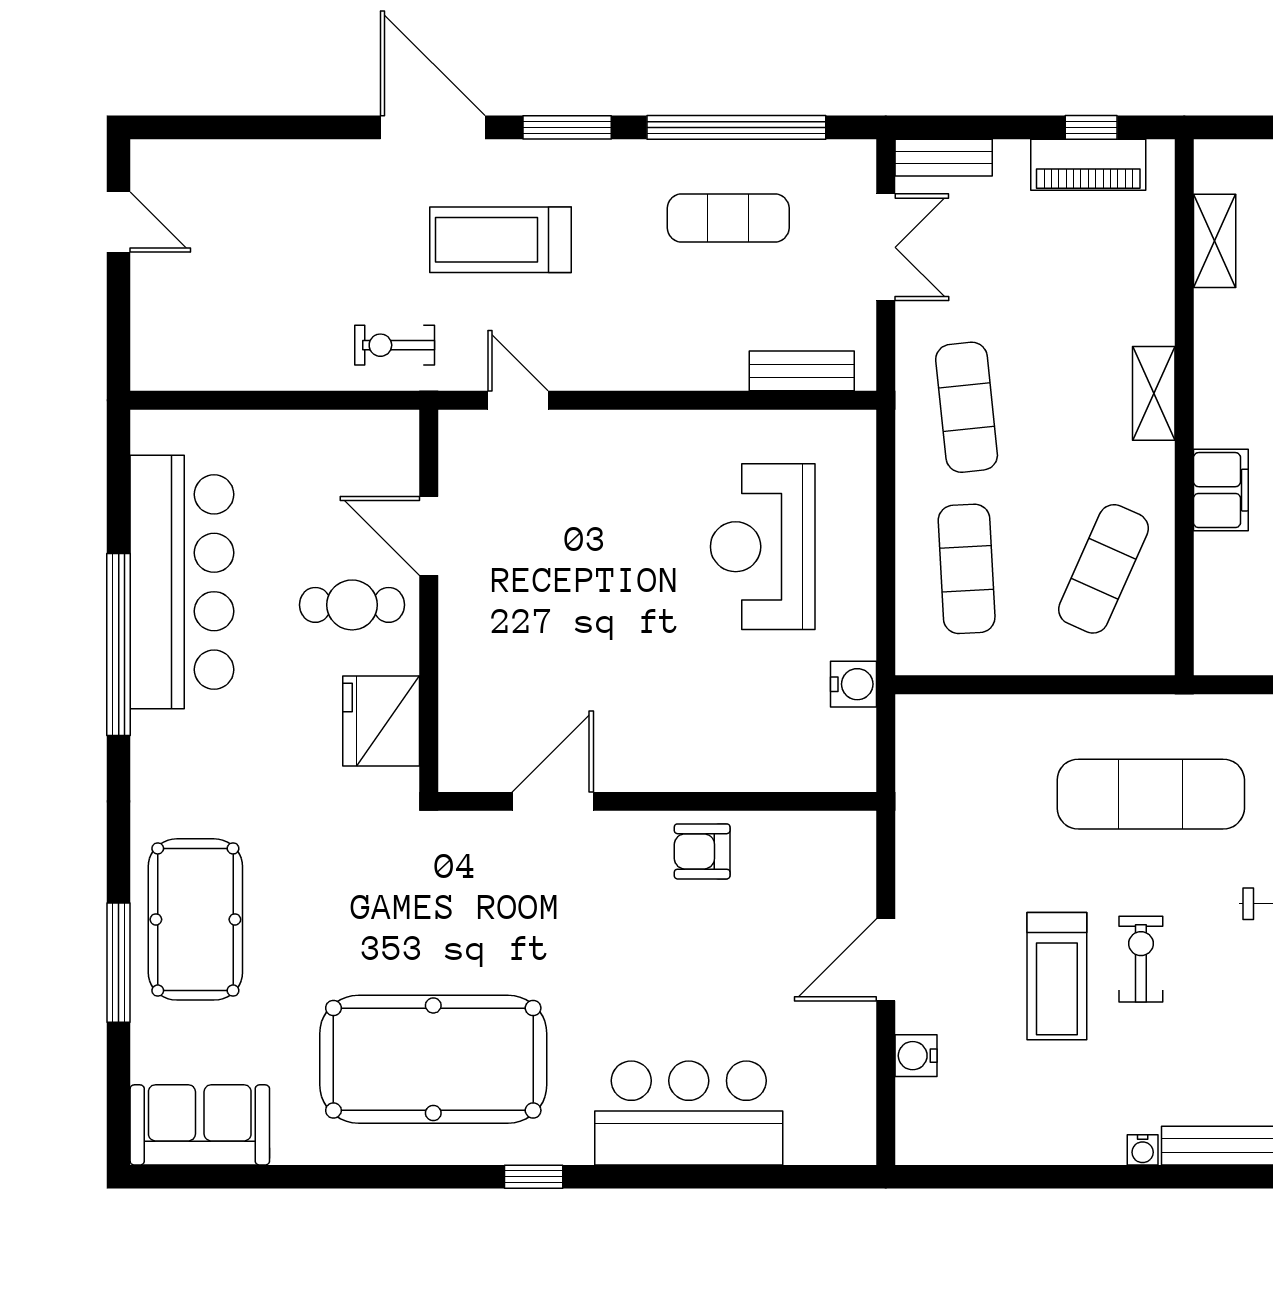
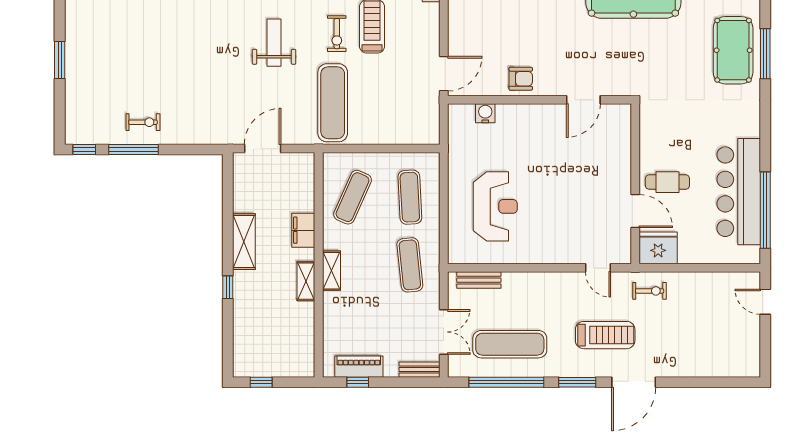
door: (433, 127) -> (634, 382), hinge flipped
exercise mat: (728, 218) -> (510, 344), width x1.36, depth x1.45
door: (119, 222) -> (765, 302), moved
shelving: (1215, 241) -> (306, 281), moved
double door: (886, 247) -> (444, 332), swing flipped
window: (119, 645) -> (765, 210), moved
water cooler: (854, 684) -> (485, 113), moved, turned 90
fridge: (381, 721) -> (658, 248), moved, turned -90
exercise mat: (1151, 794) -> (333, 103), turned 90
door: (886, 960) -> (444, 74), moved
window: (119, 963) -> (765, 54), moved

